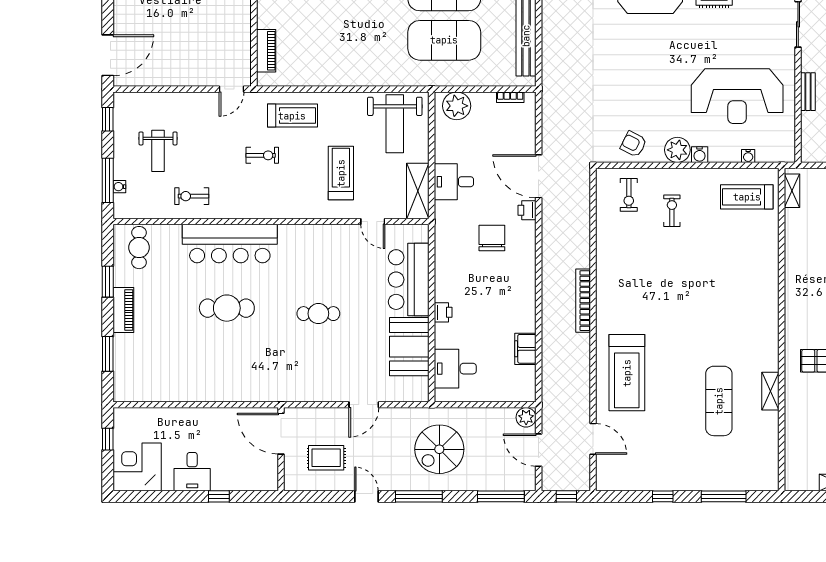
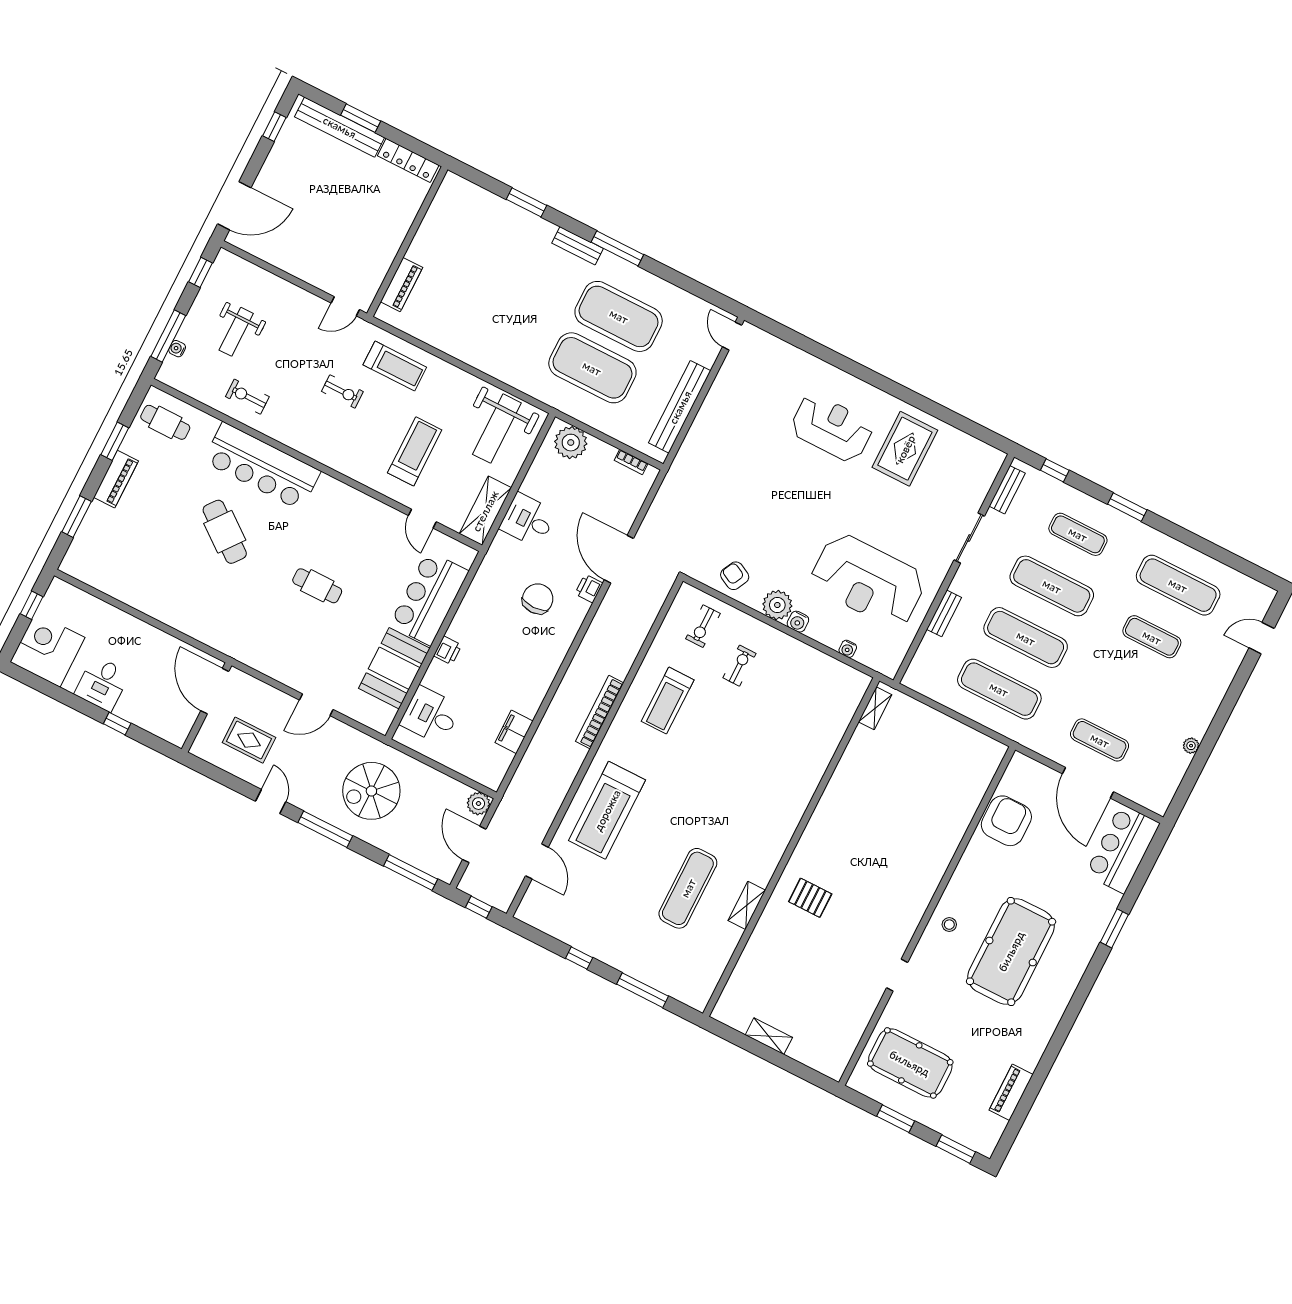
treadmill: (747, 197) -> (668, 701), moved, turned -90
cafe table: (139, 248) -> (165, 422), turned 90
cafe table: (227, 308) -> (225, 532), turned 38

